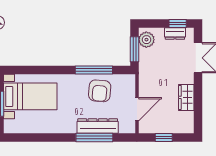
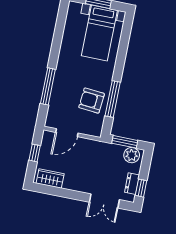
wardrobe: (186, 97) -> (50, 178), moved
door: (137, 109) -> (67, 133), hinge flipped
dresser: (98, 126) -> (58, 92), removed

